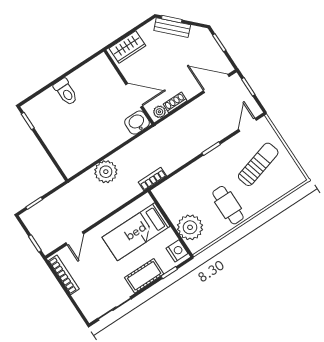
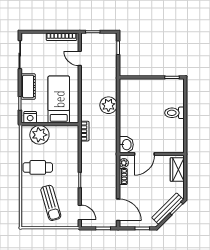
bench: (172, 28) -> (168, 209), width x1.36
door: (216, 84) -> (118, 210), hinge flipped

